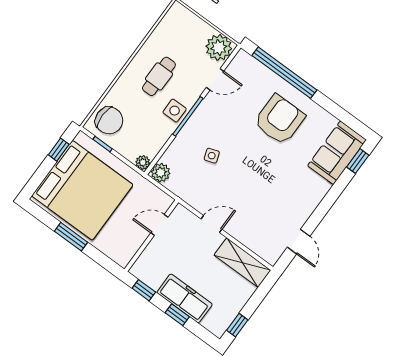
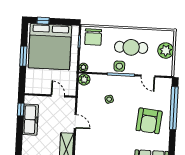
plant: (219, 47) -> (166, 51), moved
cafe table: (159, 76) -> (131, 47), width x1.37, depth x1.35
armchair: (279, 120) -> (149, 121), turned 96
window: (59, 150) -> (43, 21), moved
freezer: (185, 298) -> (30, 120), moved
window: (177, 315) -> (19, 134), removed

